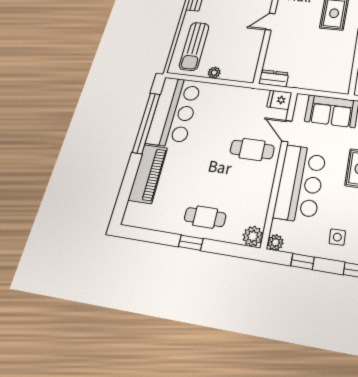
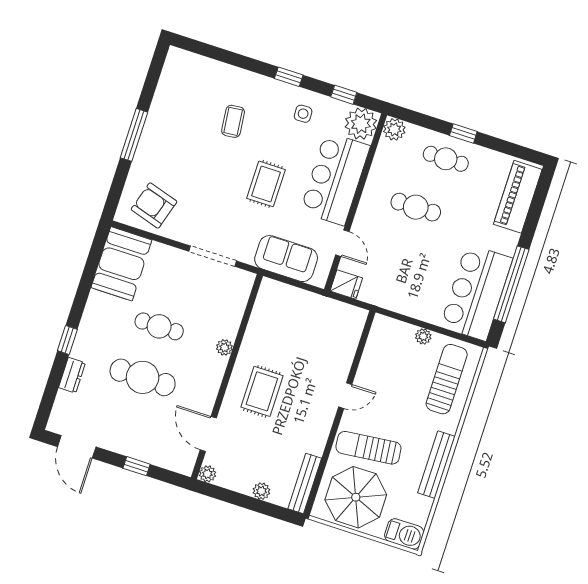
dresser: (274, 78) -> (350, 314), removed
cafe table: (252, 150) -> (416, 207), moved
piano: (148, 174) -> (518, 197), moved
plant: (275, 242) -> (361, 124), width x1.88, depth x1.88

